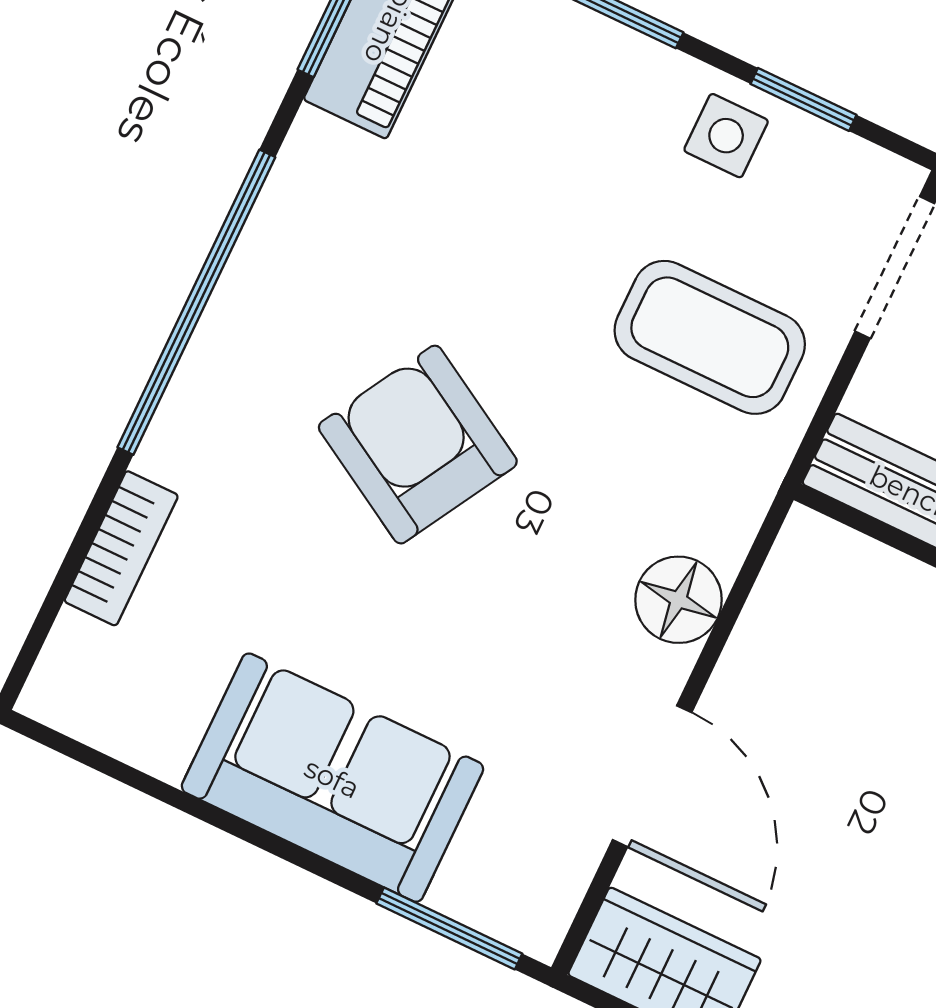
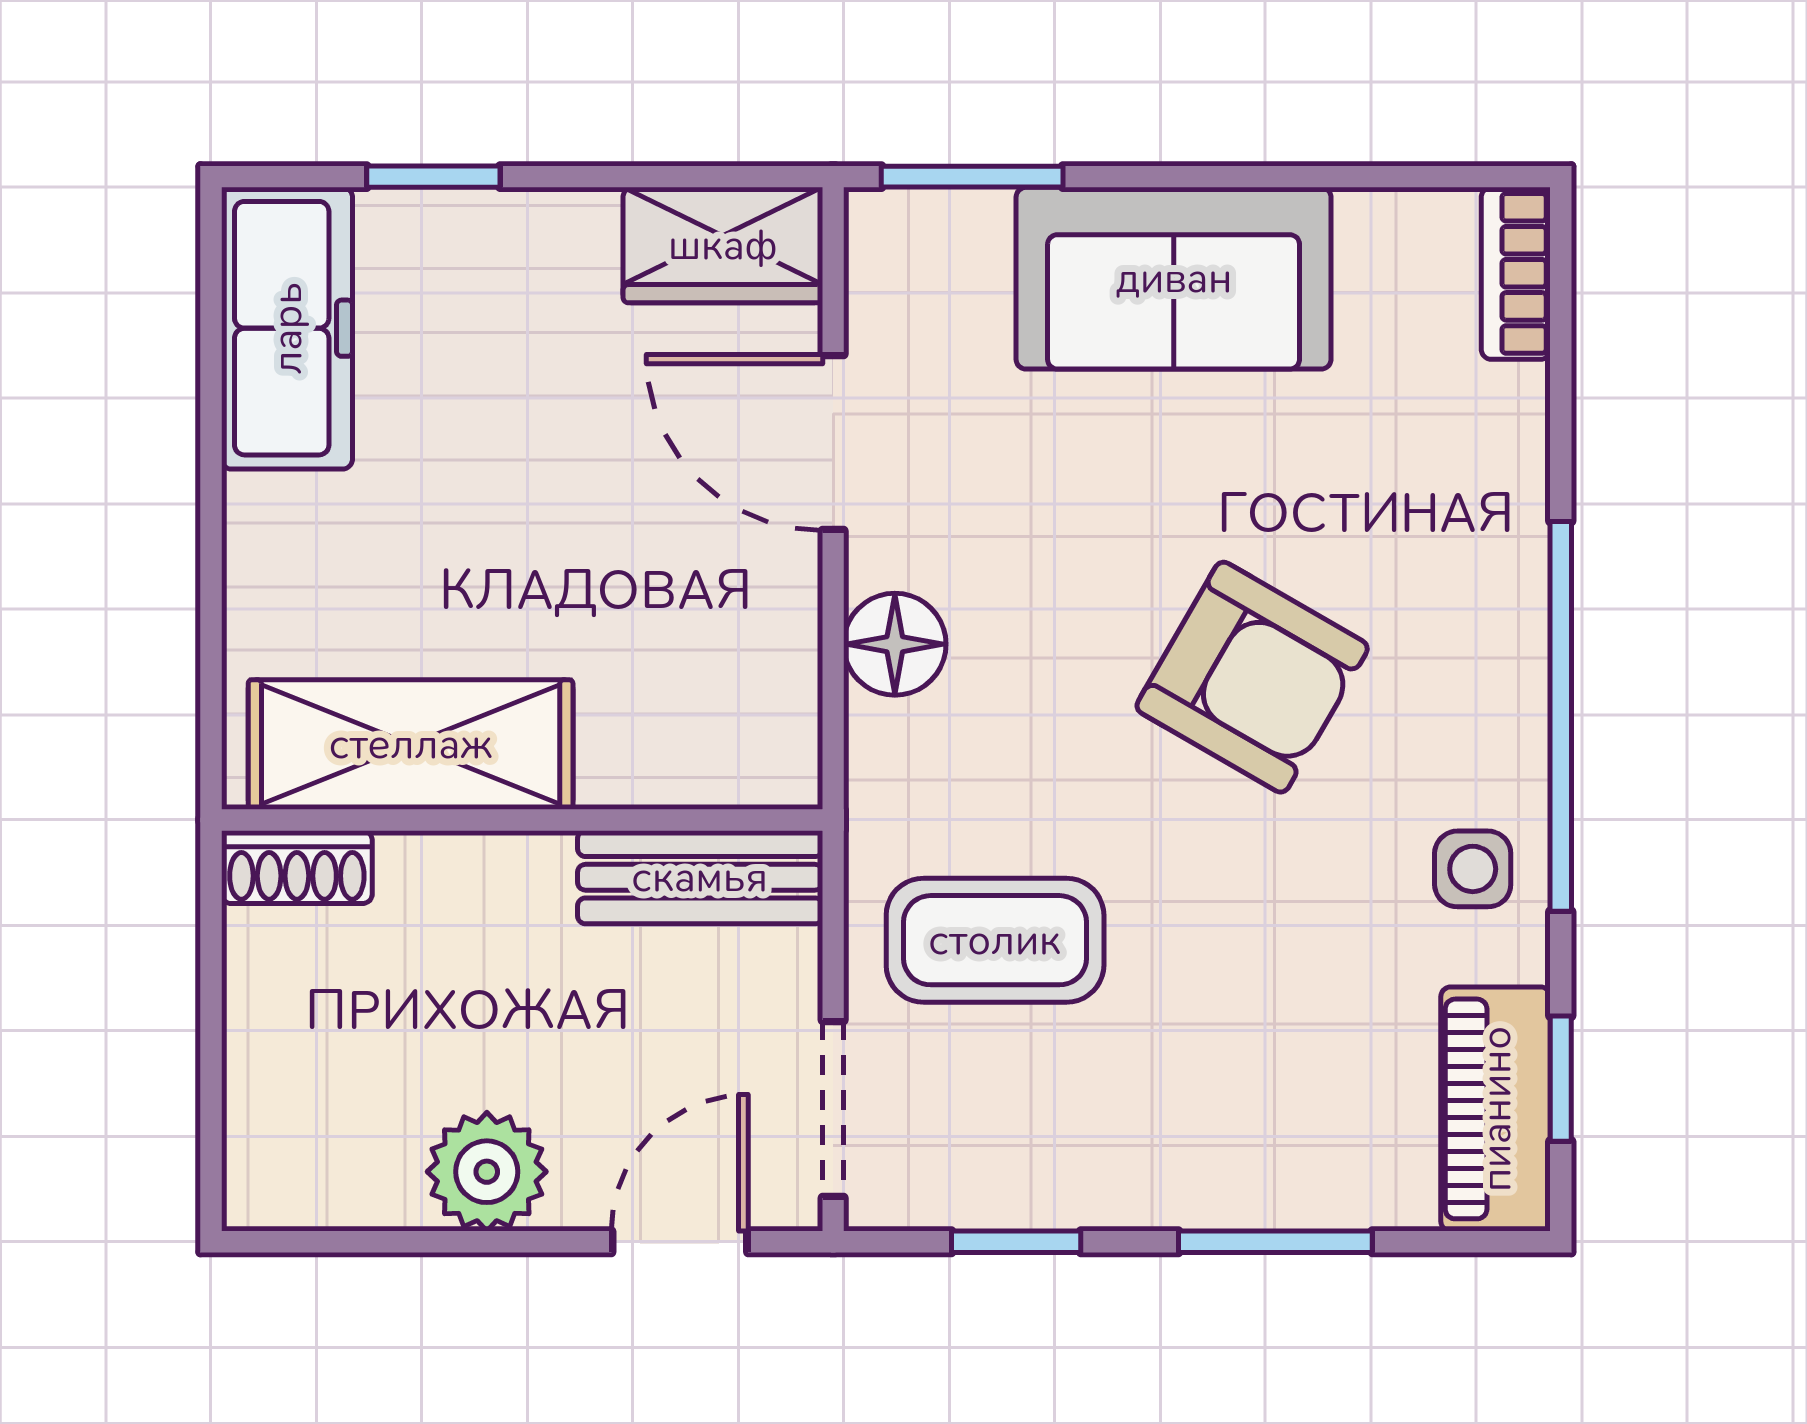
side table: (726, 136) -> (1473, 869), moved
bookcase: (121, 548) -> (1516, 273), moved

